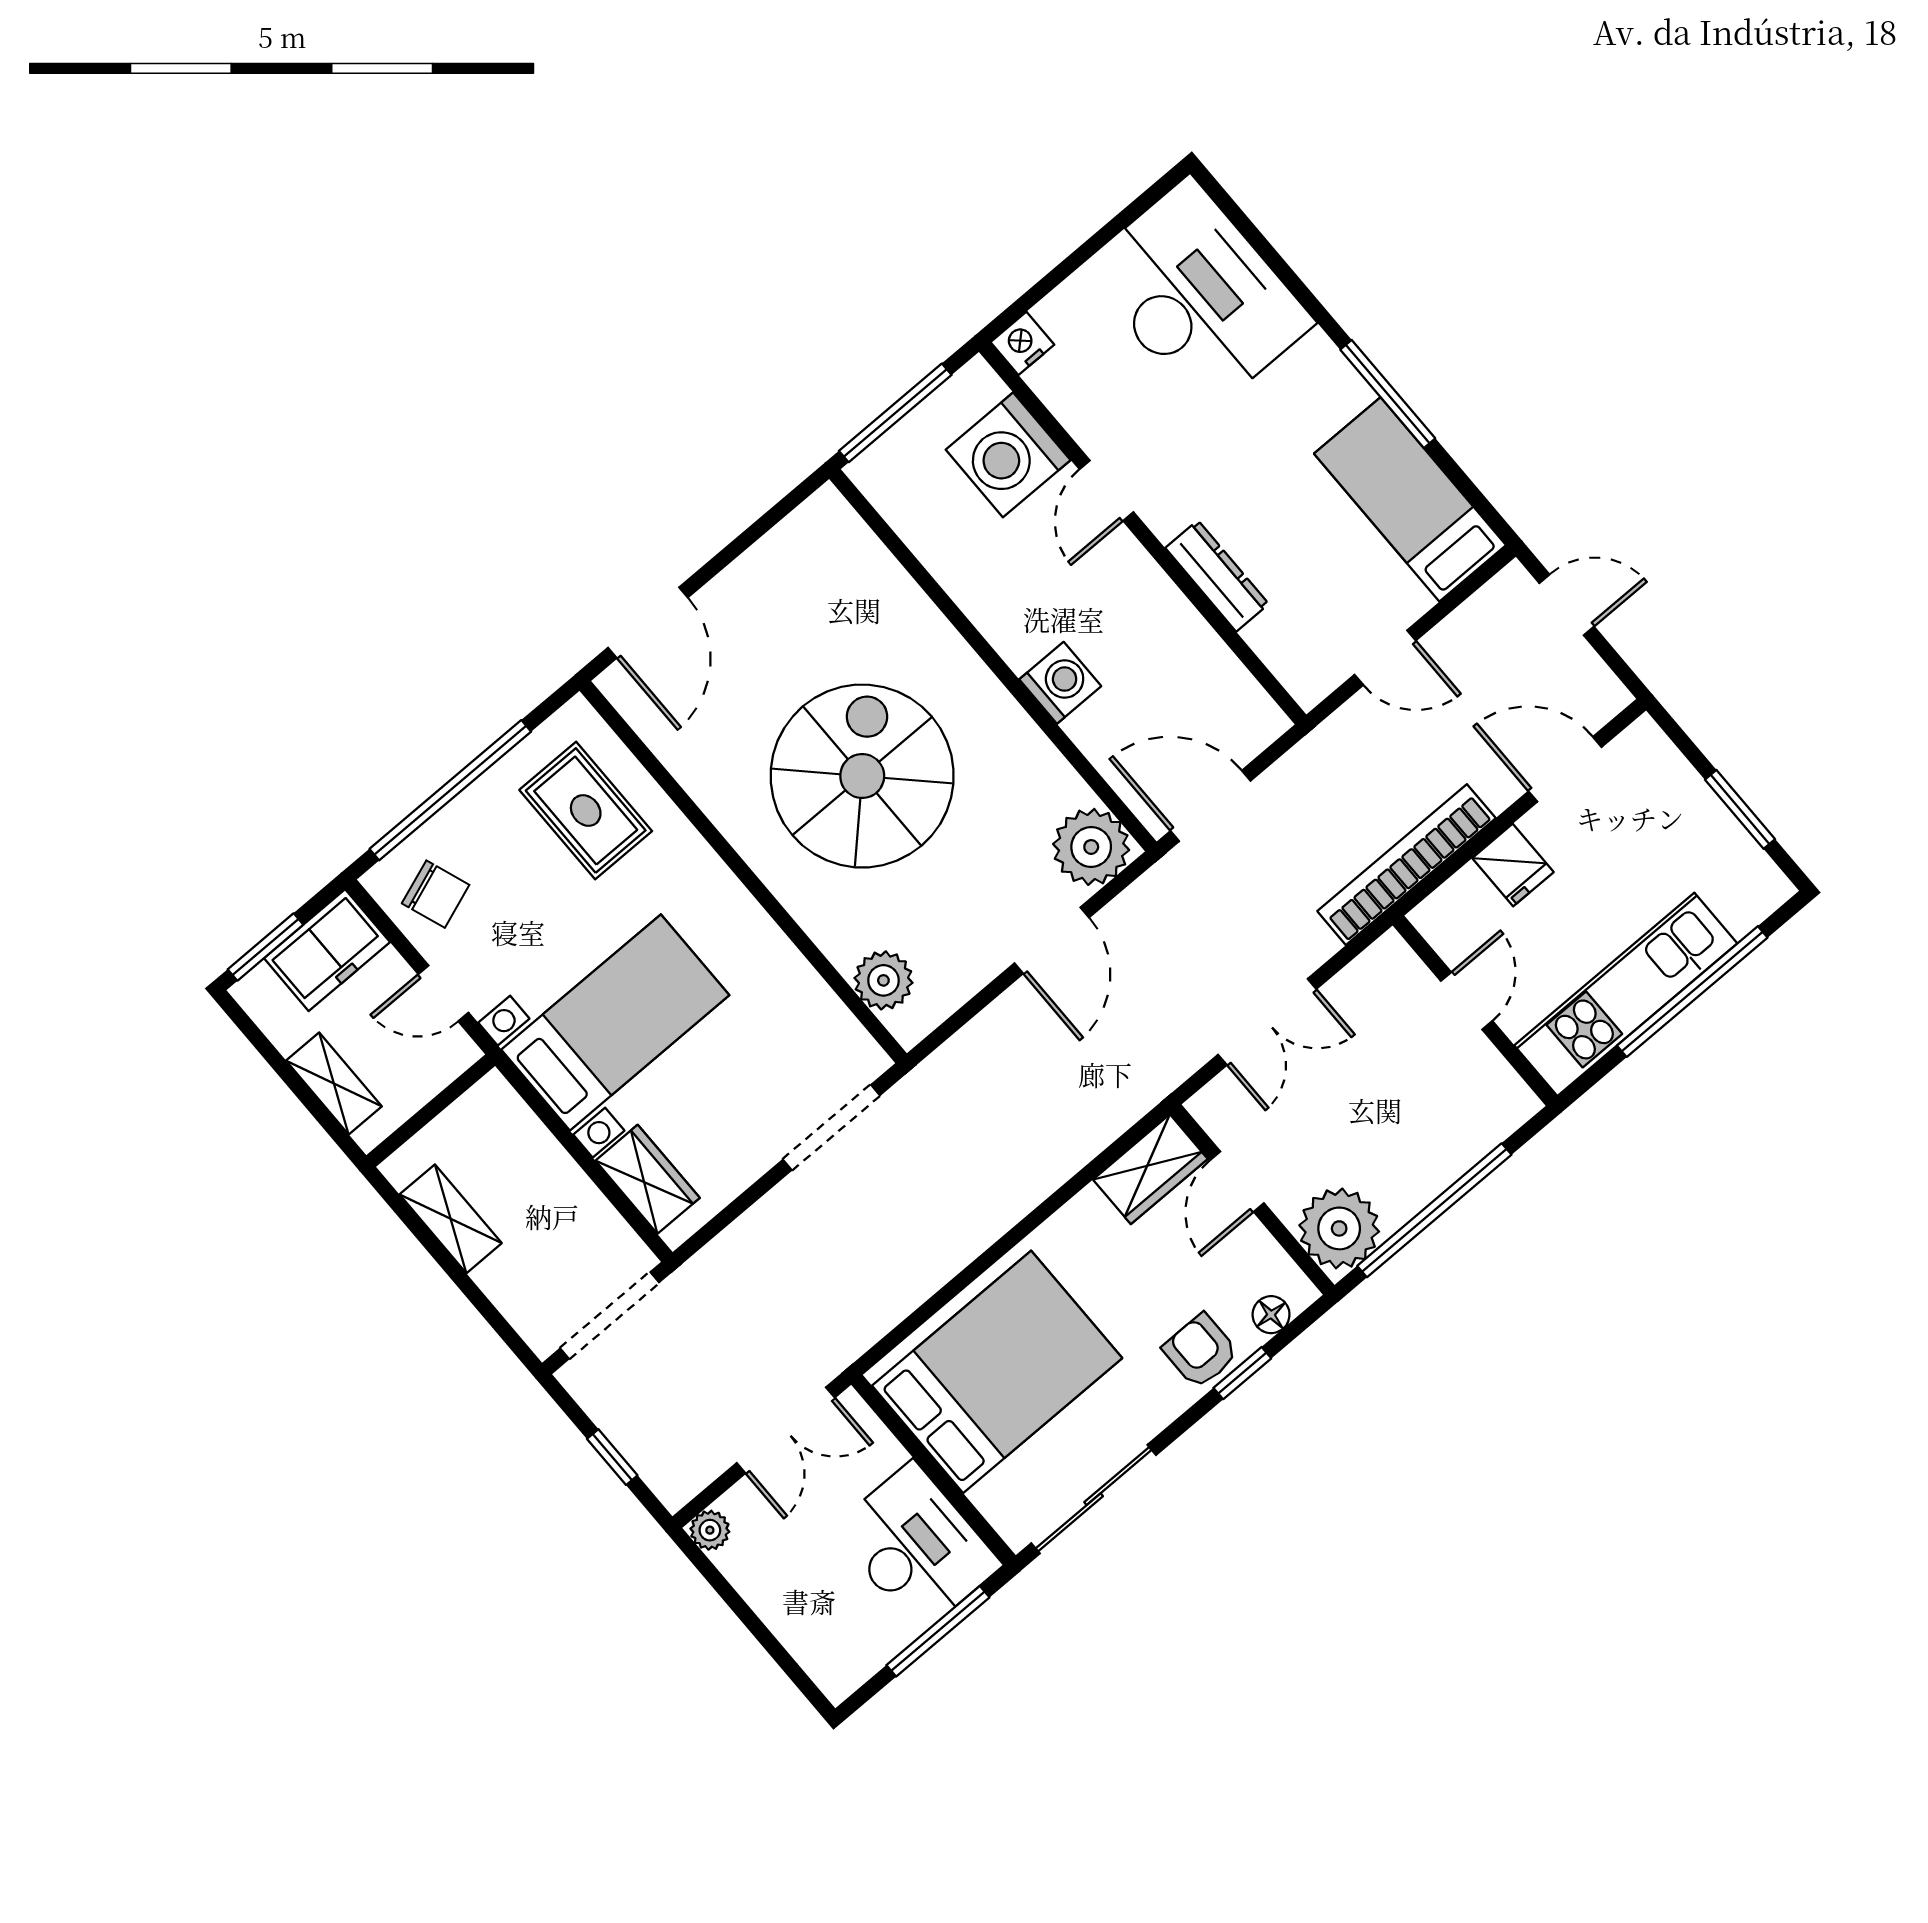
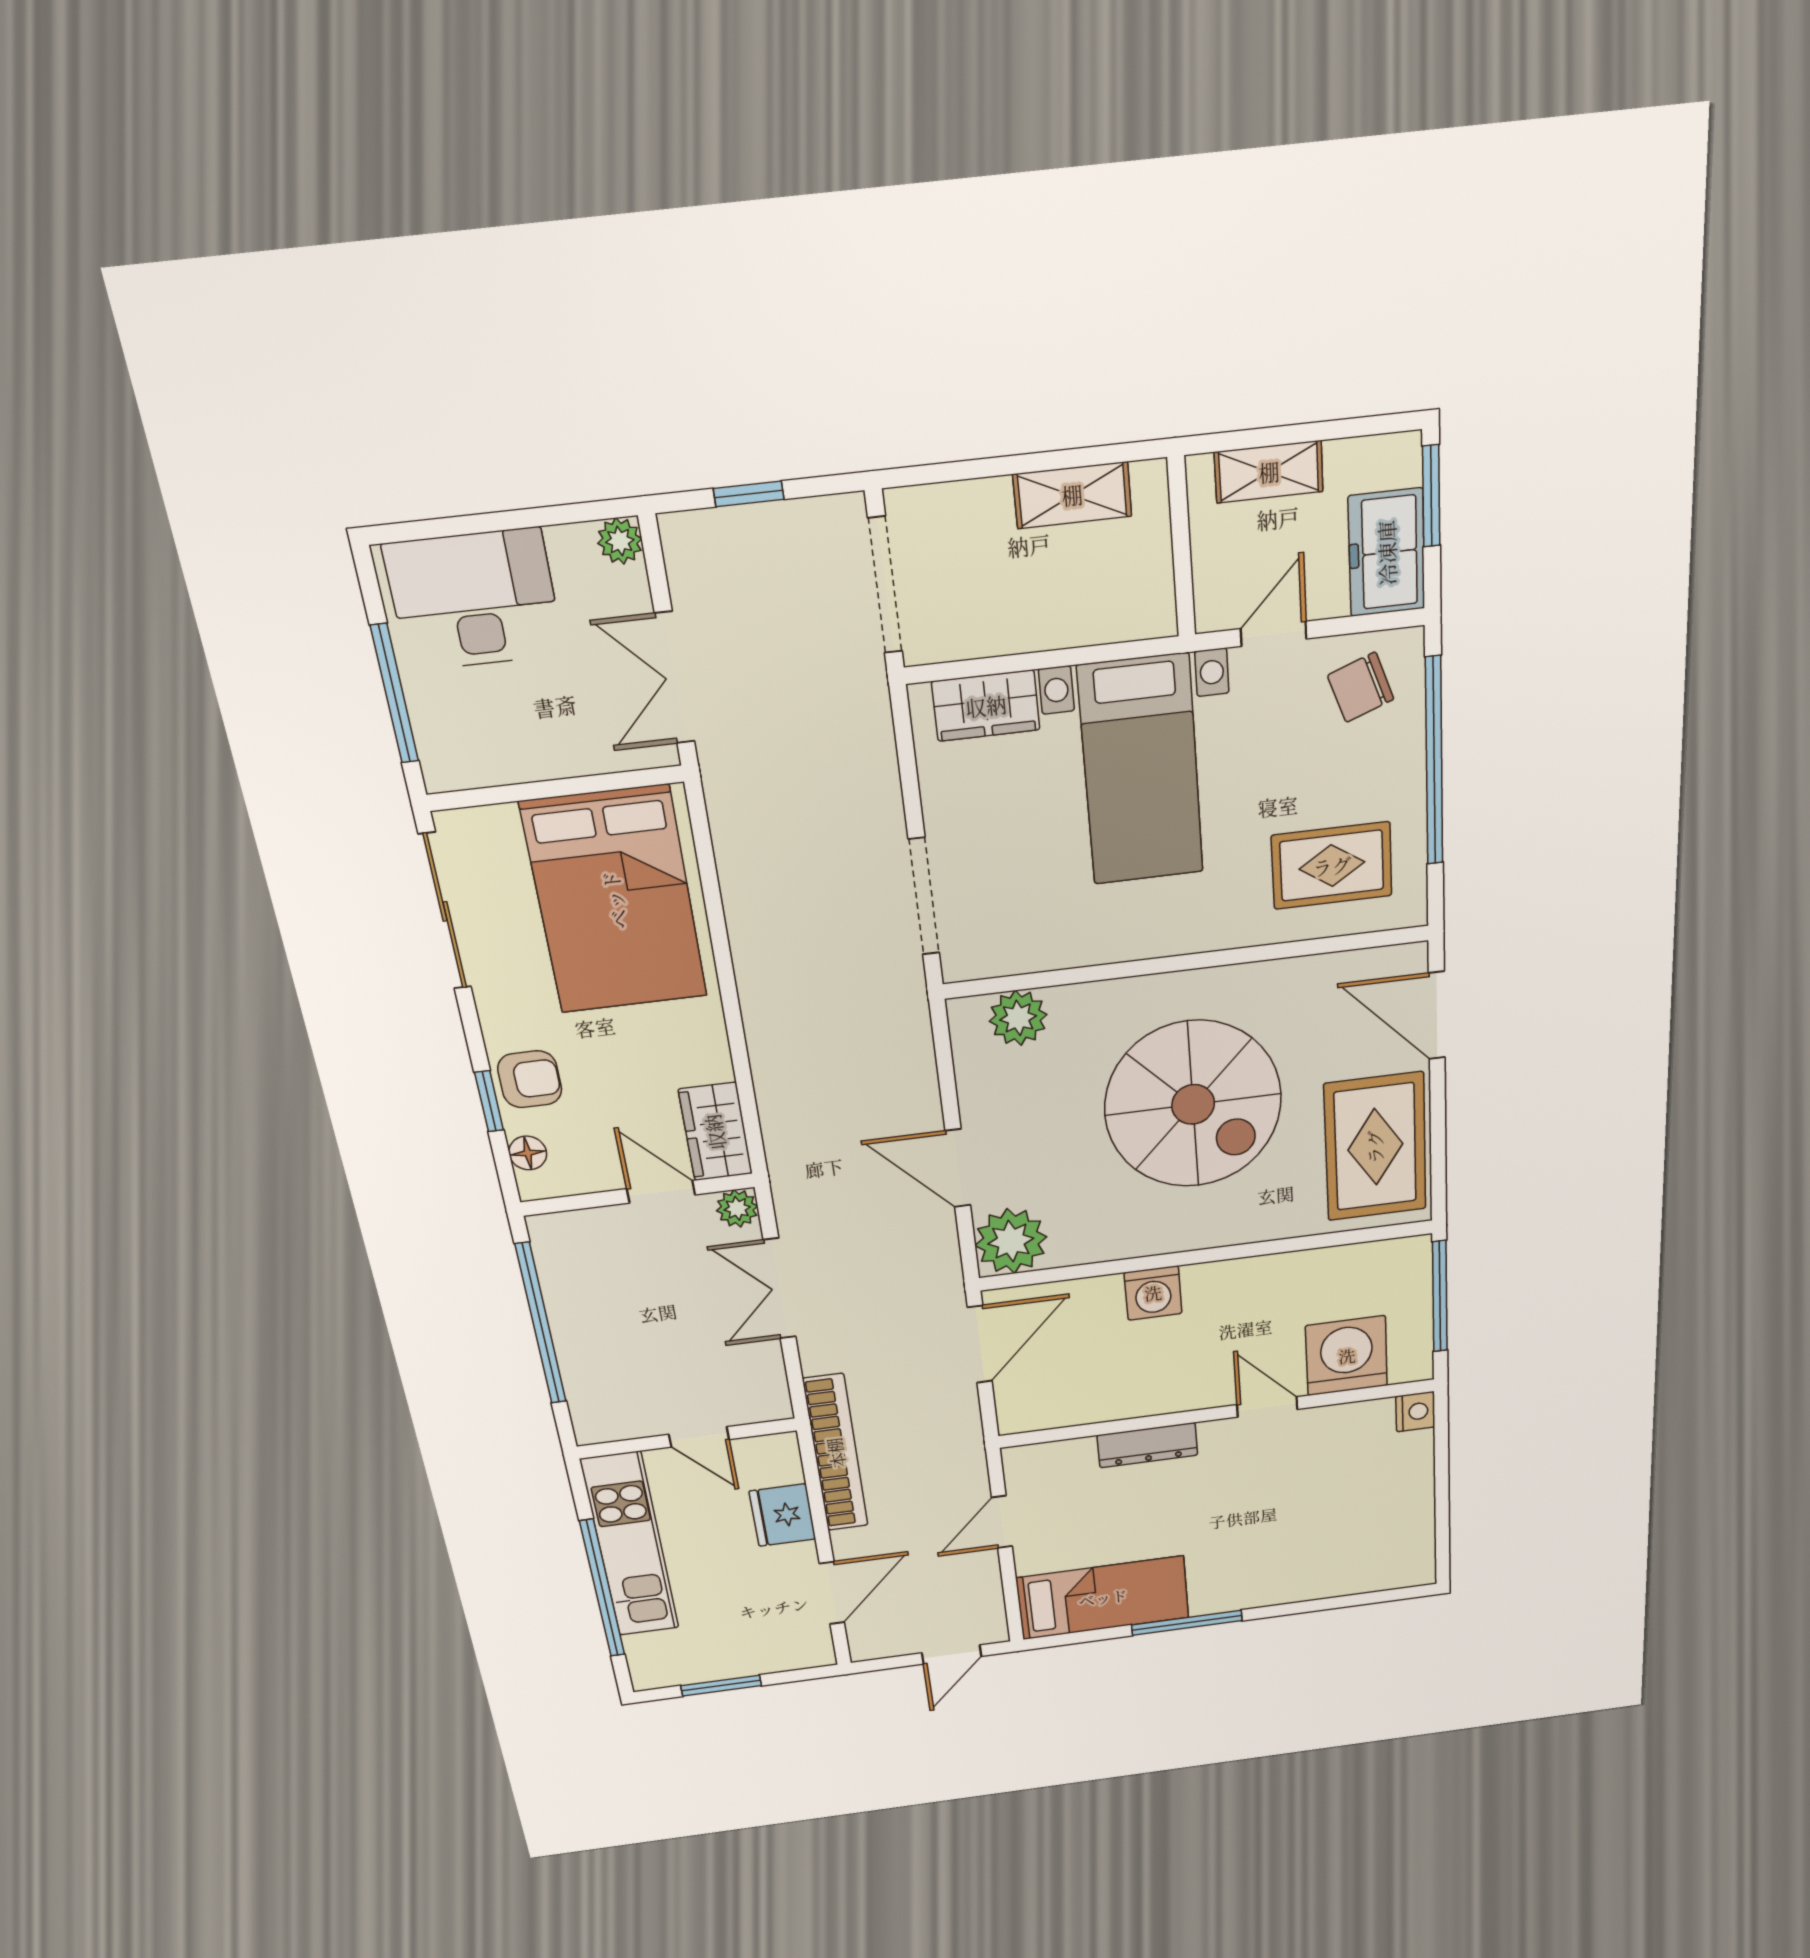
desk: (1198, 296) -> (1352, 1543), removed
rug: (796, 585) -> (1375, 1147), added
fridge: (1513, 865) -> (782, 1515), width x1.38
plant: (1339, 1228) -> (737, 1208), moved, width x0.53, depth x0.53
desk: (917, 1547) -> (474, 600), moved, turned 180

